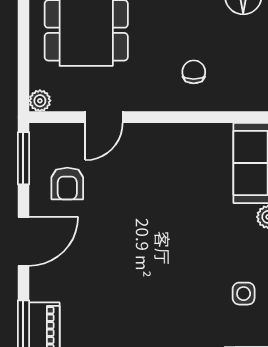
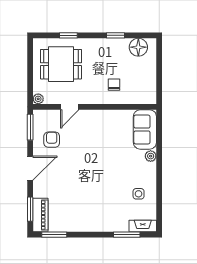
armchair: (67, 184) -> (52, 140), turned 180

